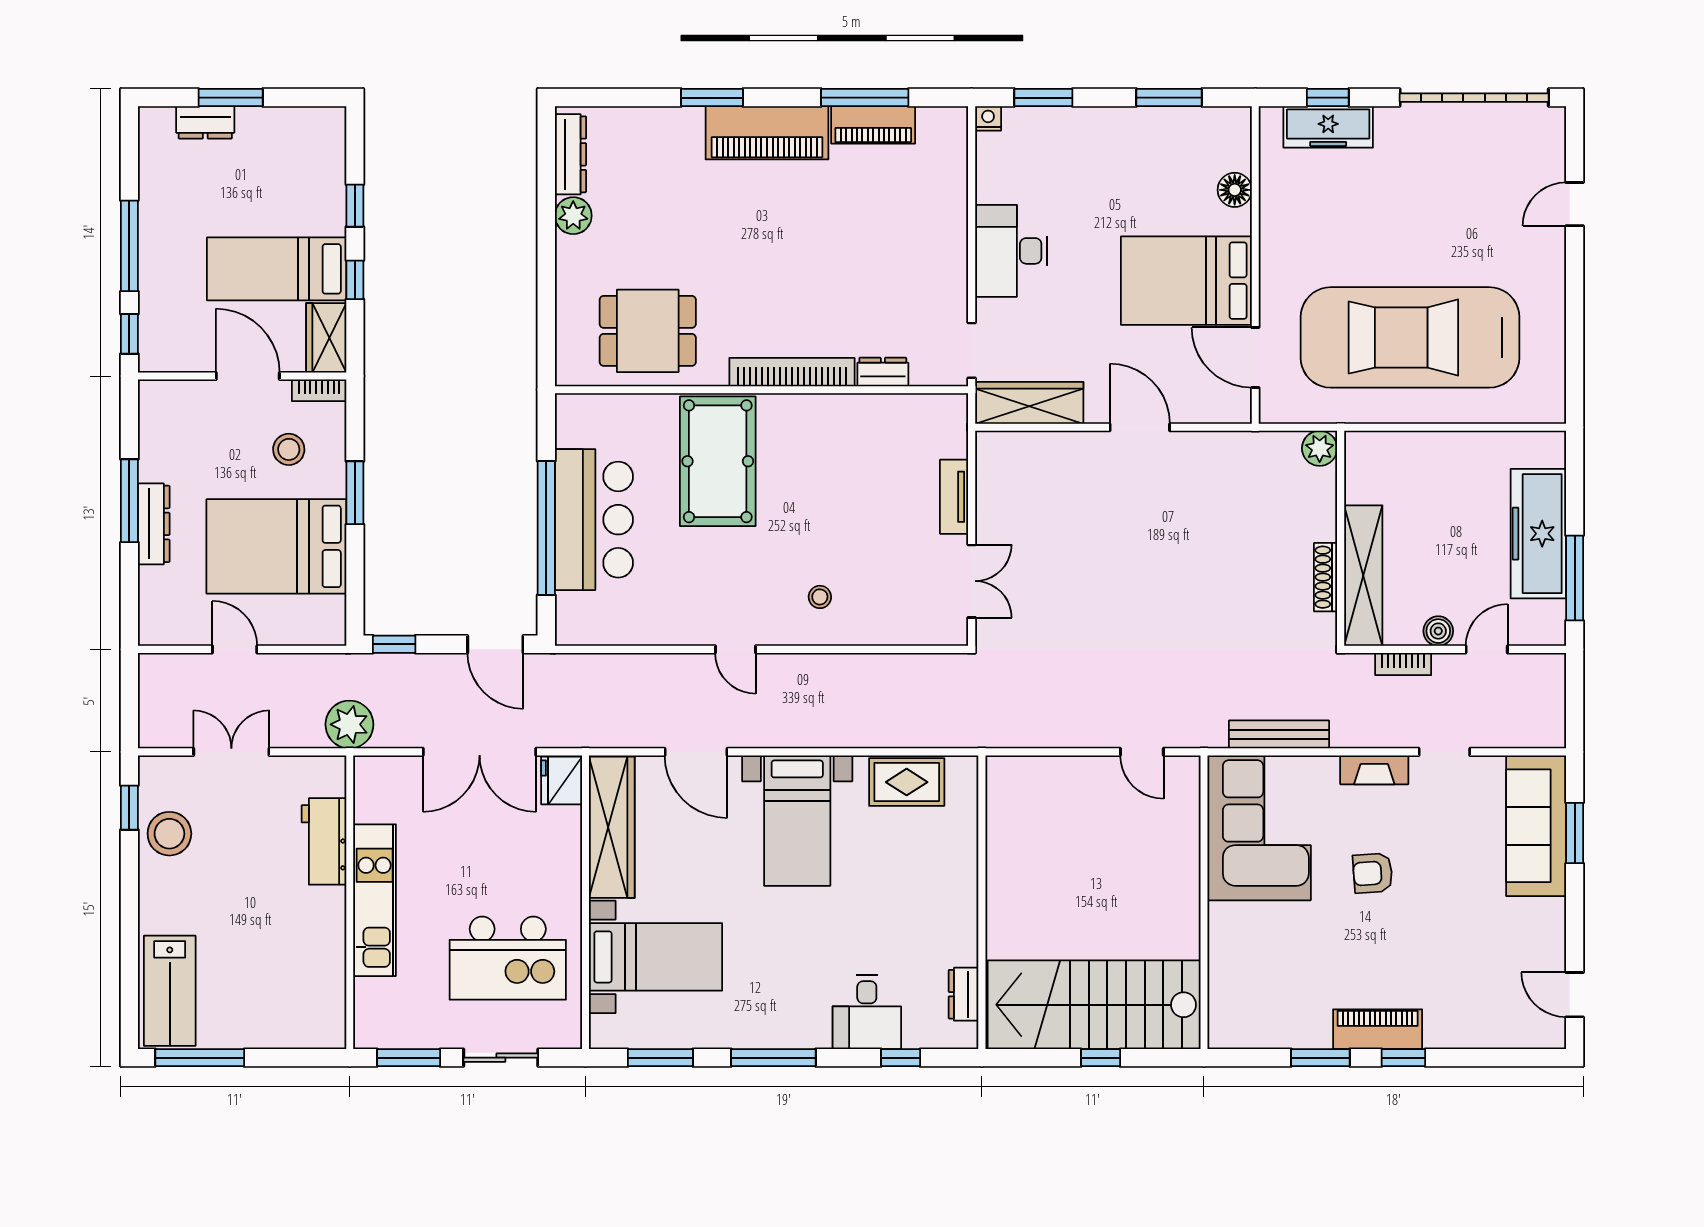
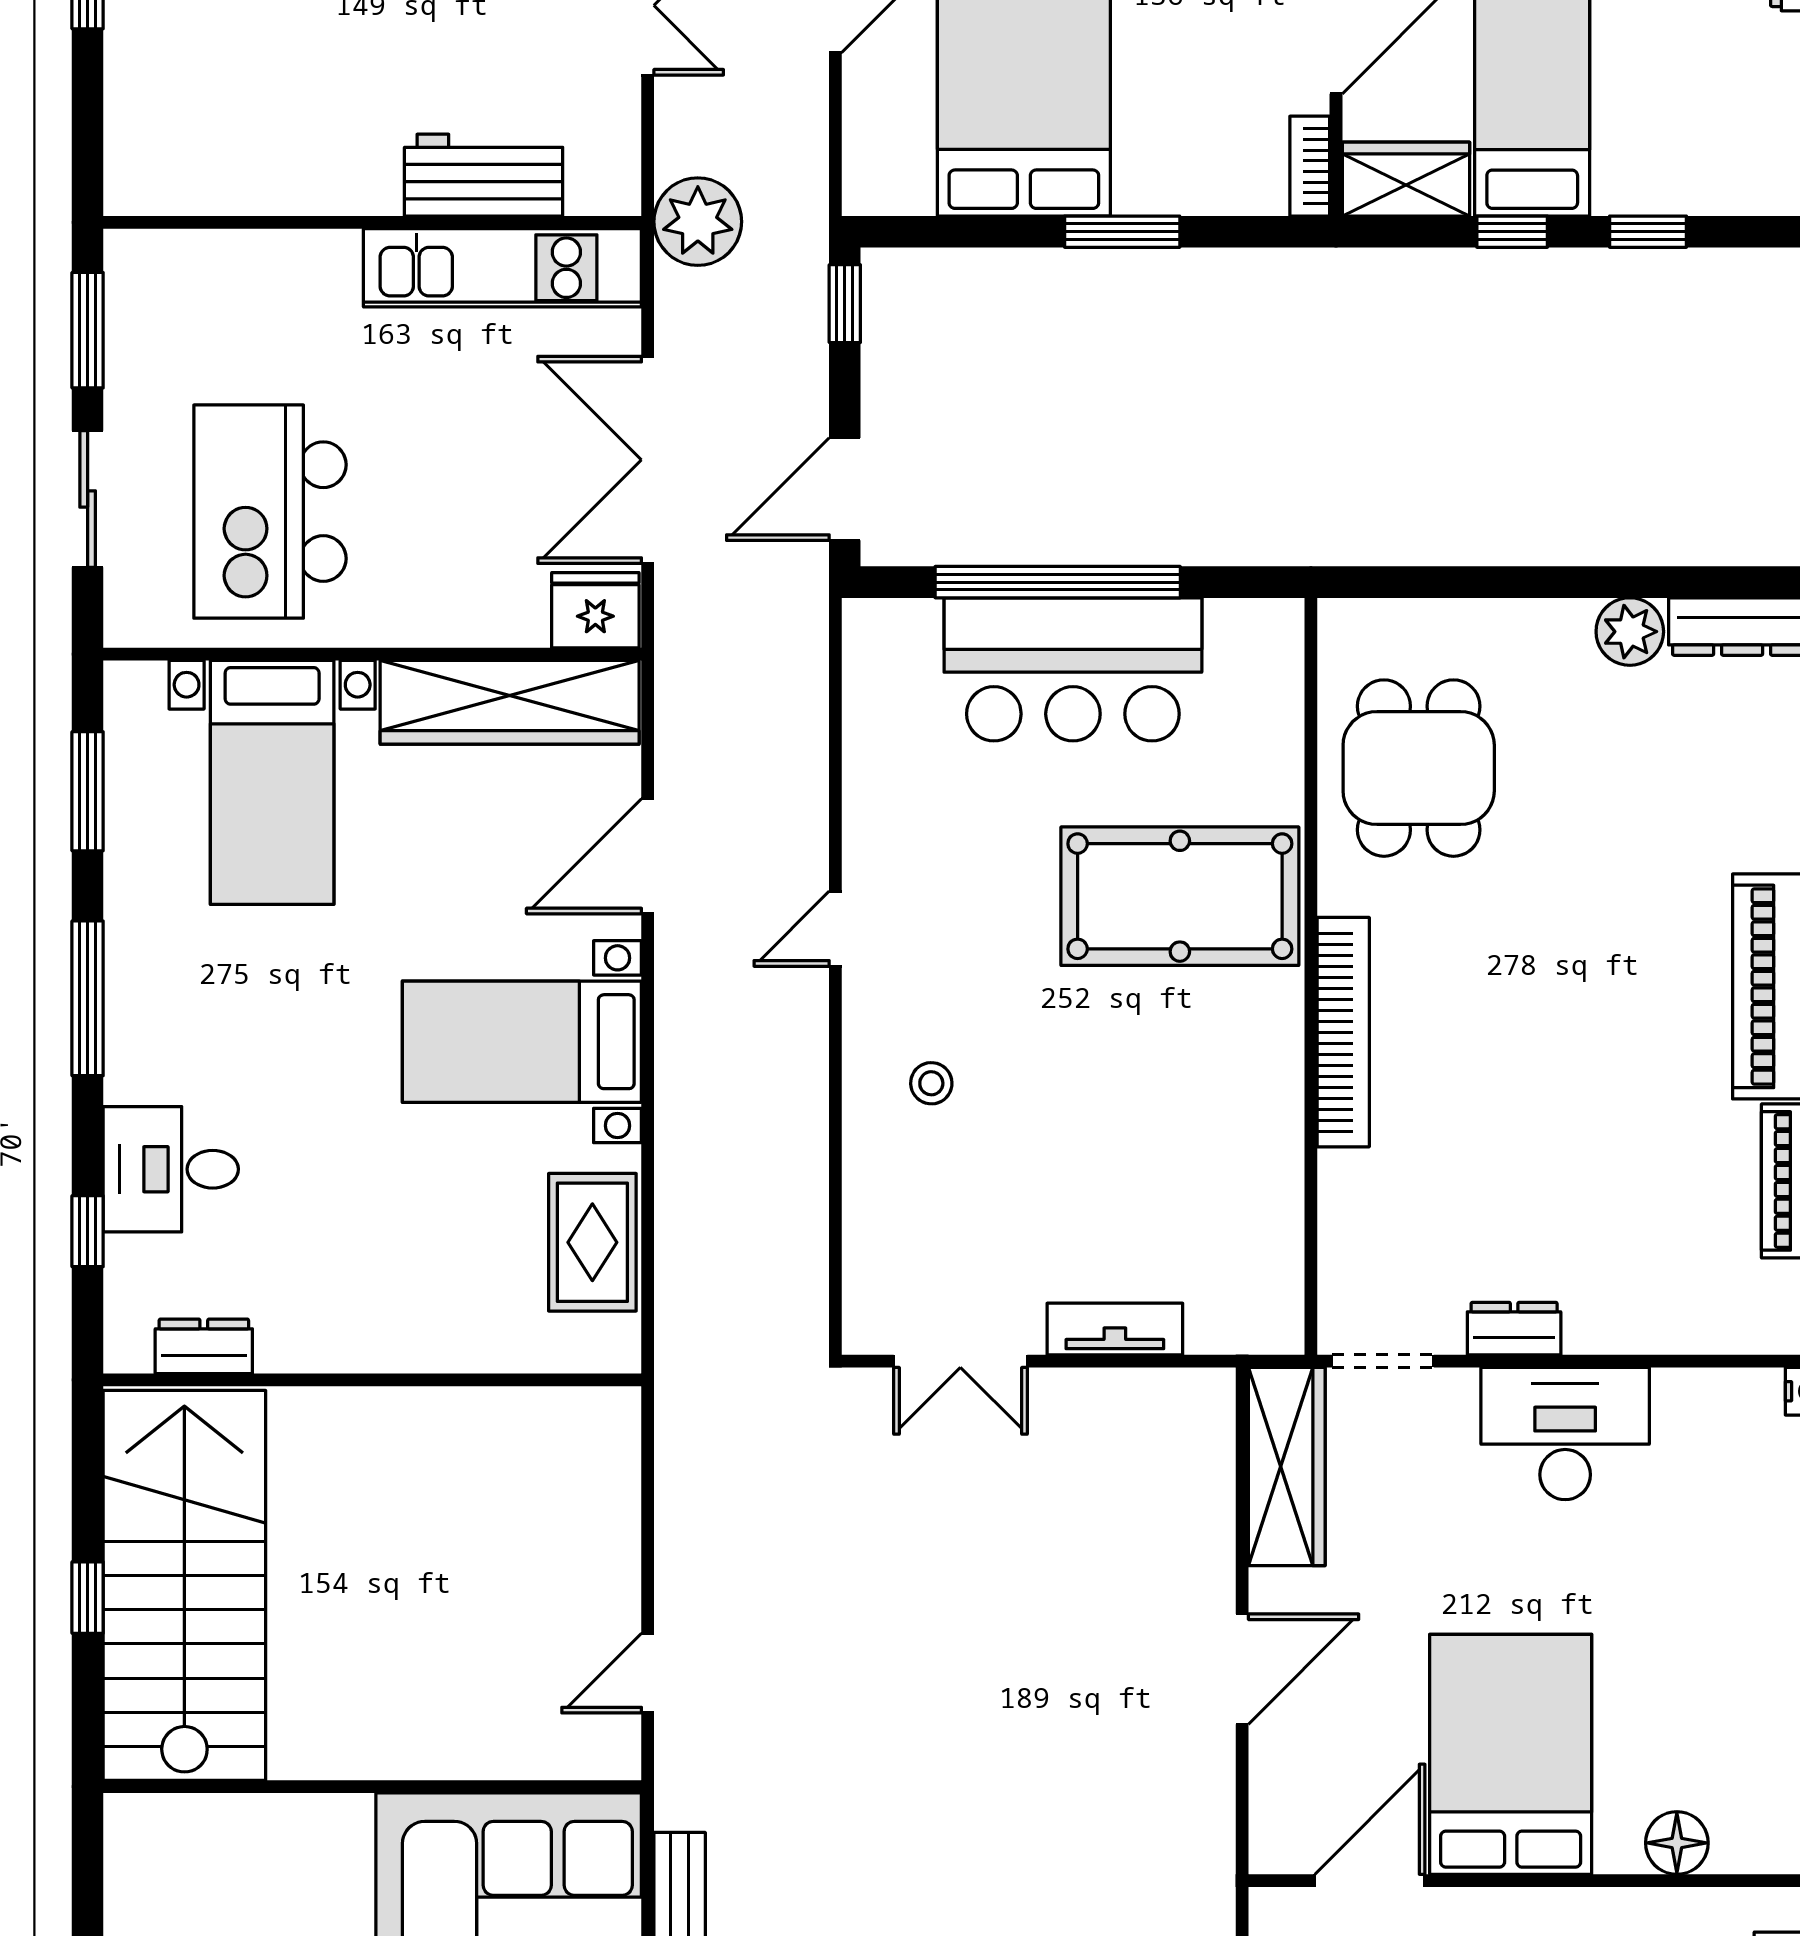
dresser: (883, 372) -> (1514, 1329), moved, turned -90
stool: (289, 449) -> (1202, 111), removed
kitchen unit: (375, 900) -> (502, 268), moved

